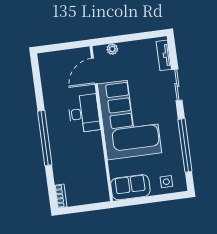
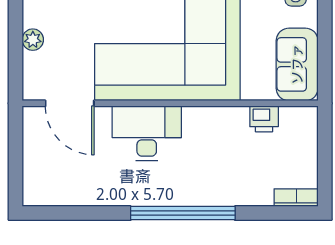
plant: (112, 49) -> (33, 40), moved
printer: (100, 174) -> (264, 119), added

